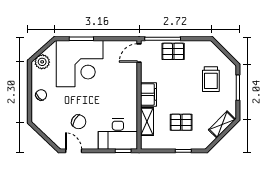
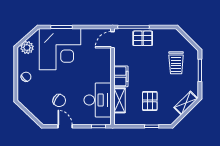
pallet: (181, 122) -> (150, 101), turned 90
desk: (118, 134) -> (98, 100), moved, turned -90
door: (74, 151) -> (65, 126), moved

